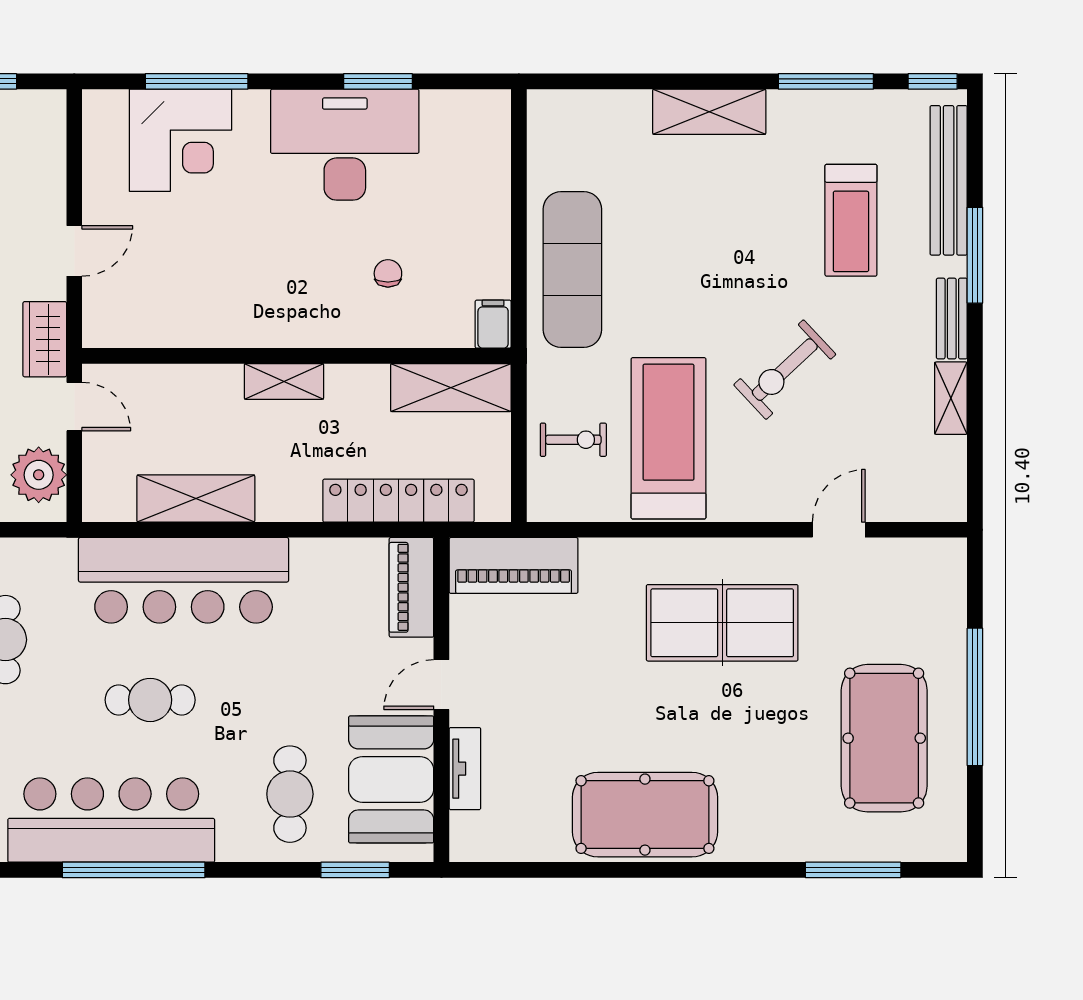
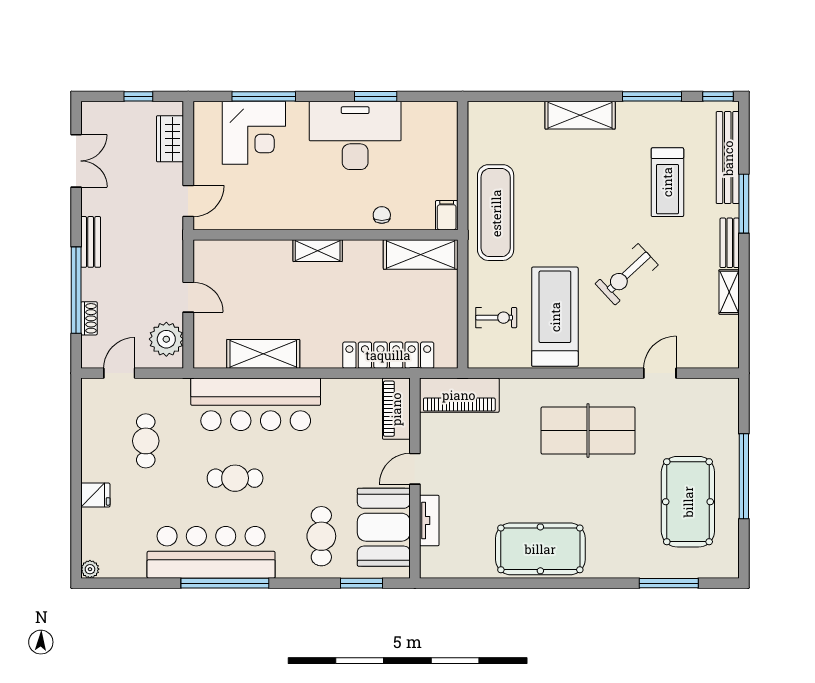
filing cabinet: (493, 324) -> (447, 215), moved
wardrobe: (45, 339) -> (170, 139), moved
wall: (297, 356) -> (325, 235), moved
shelving: (284, 381) -> (318, 251), moved
shelving: (451, 388) -> (421, 254), moved

